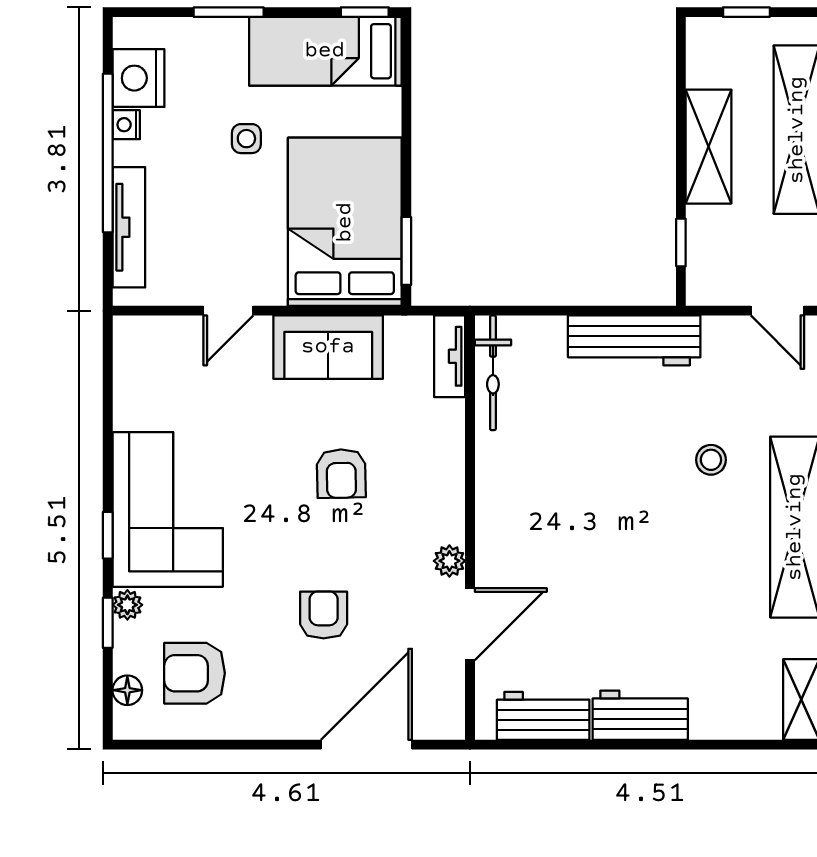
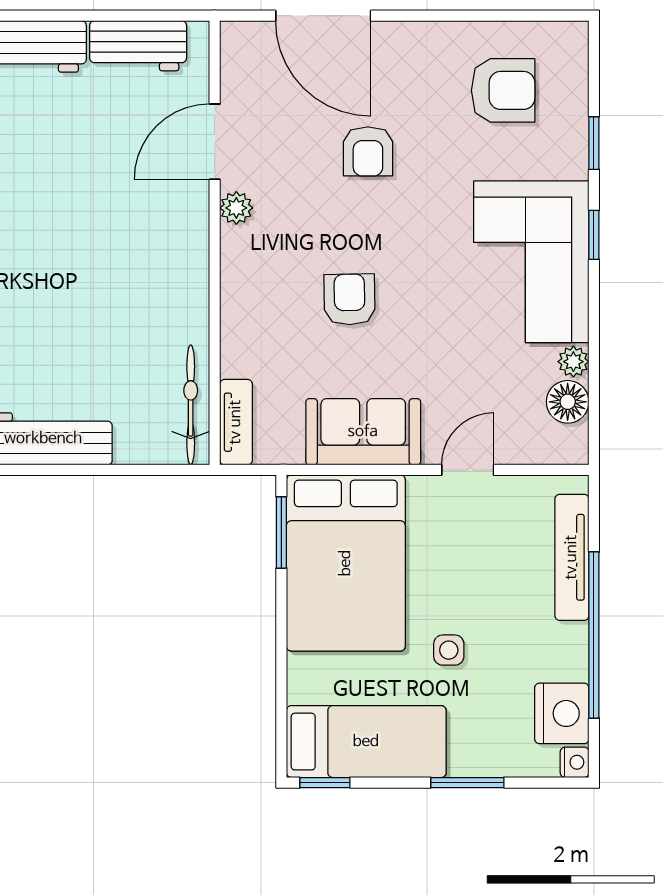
nightstand: (126, 125) -> (575, 762), moved
plant: (127, 605) -> (573, 362), moved
floor lamp: (127, 690) -> (568, 402), moved, width x1.37, depth x1.37
door: (366, 745) -> (323, 16), hinge flipped

